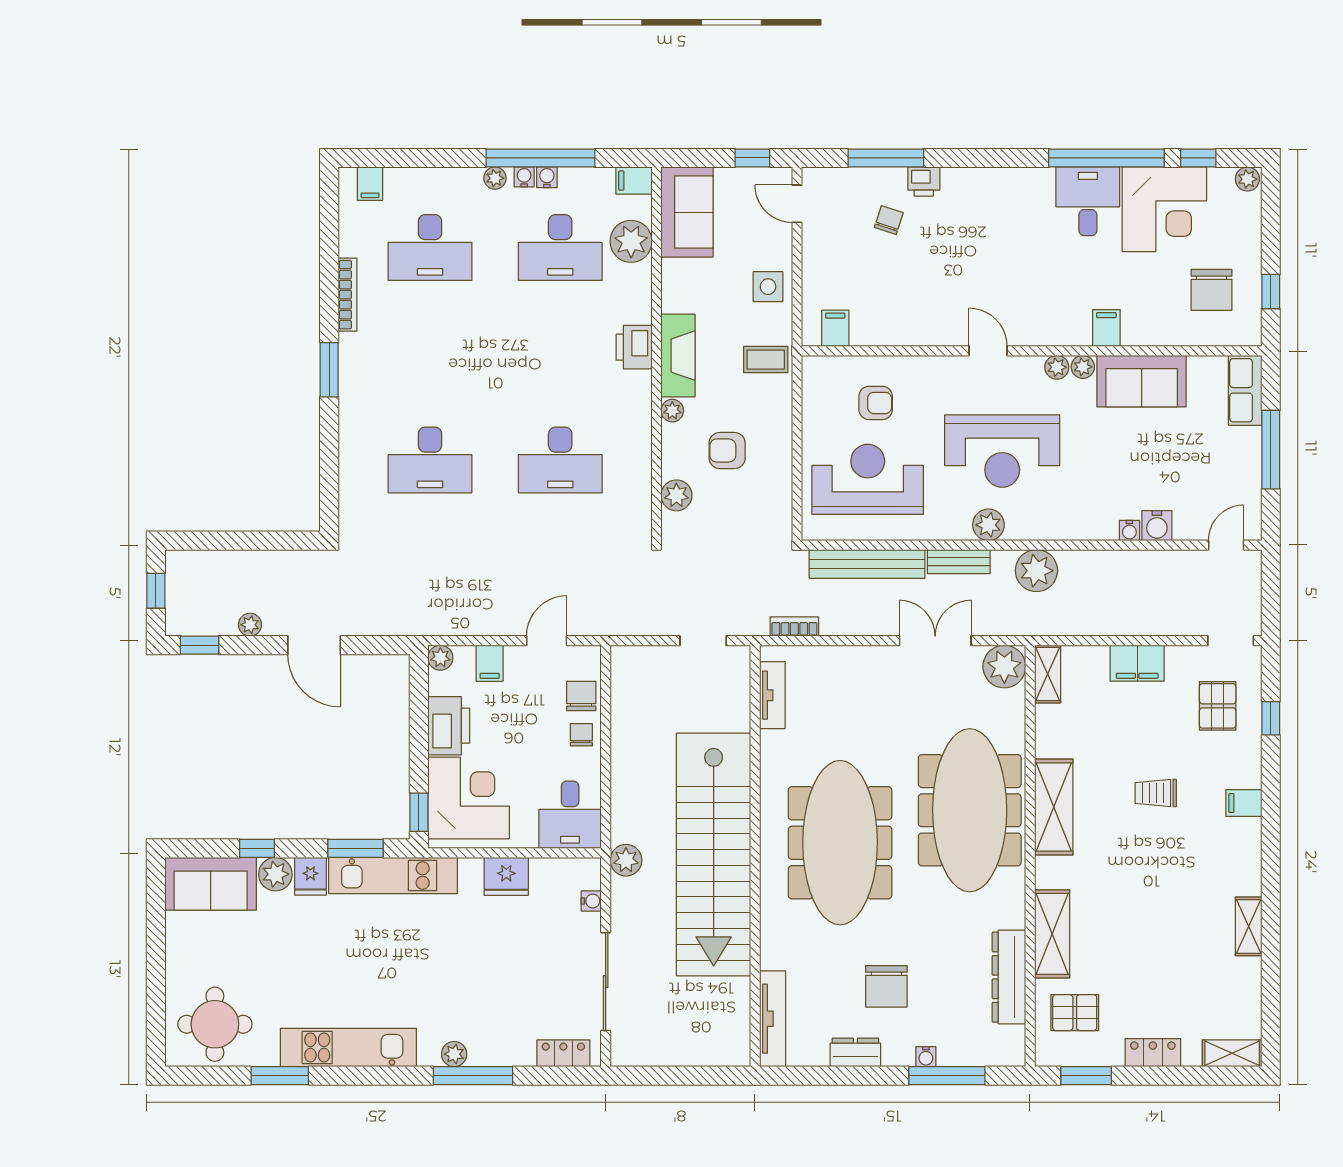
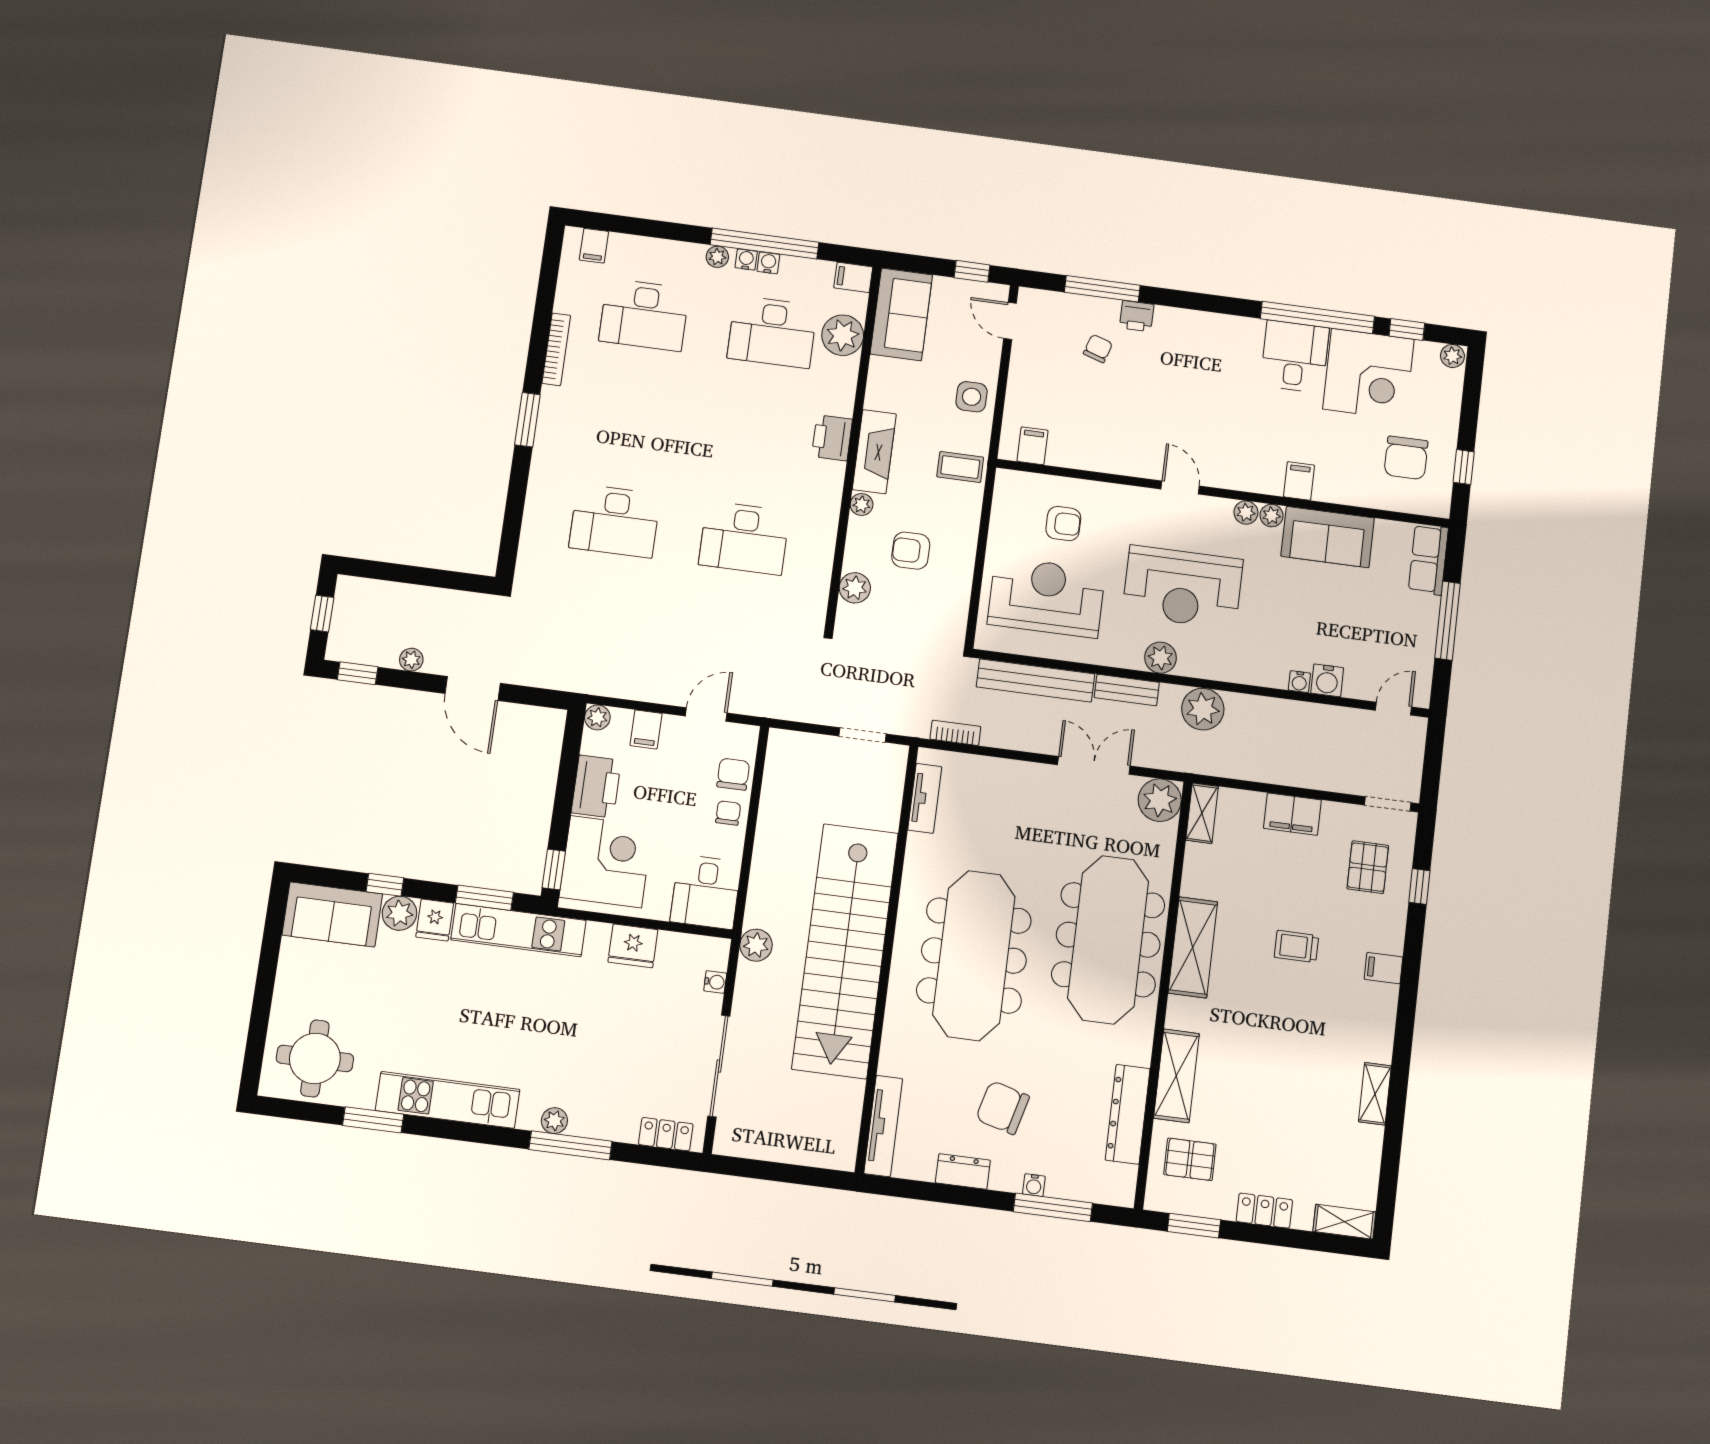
chair: (886, 986) -> (1003, 1108), turned 105

